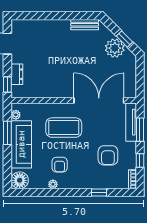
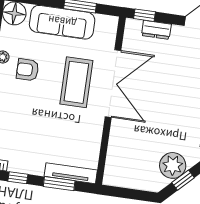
double door: (99, 100) -> (113, 84), moved
plant: (16, 115) -> (102, 21), removed
armchair: (108, 155) -> (31, 136), removed

